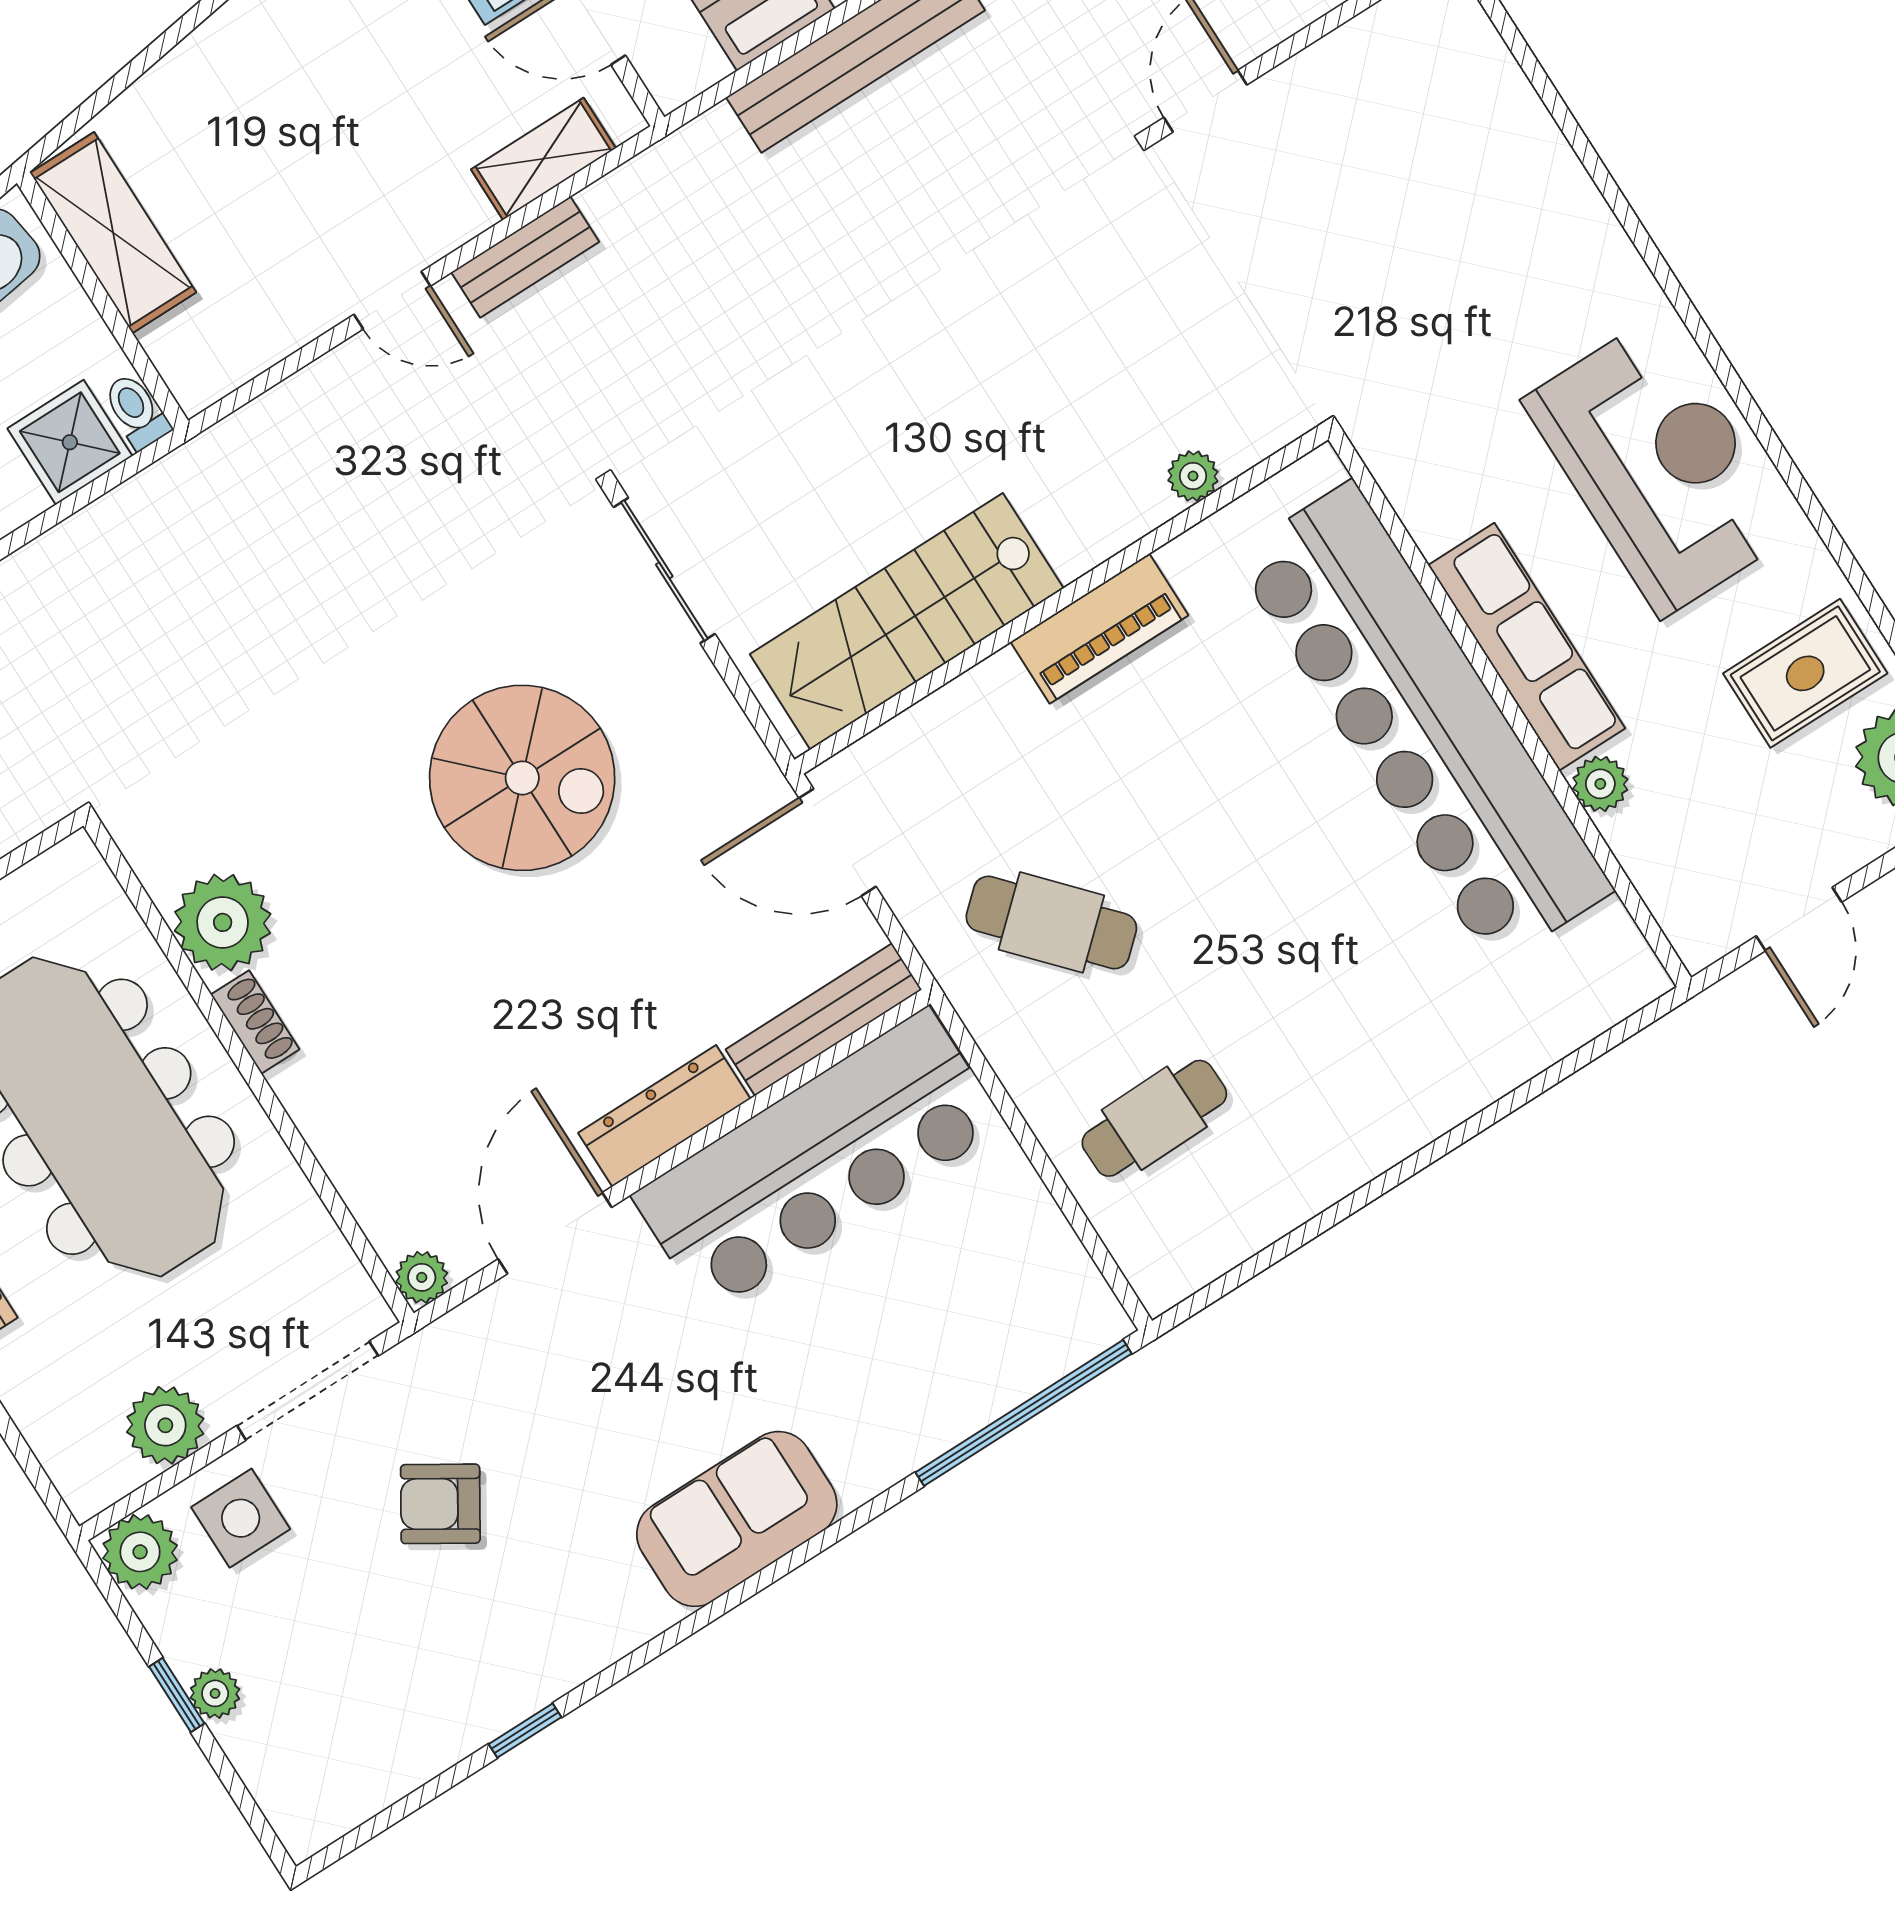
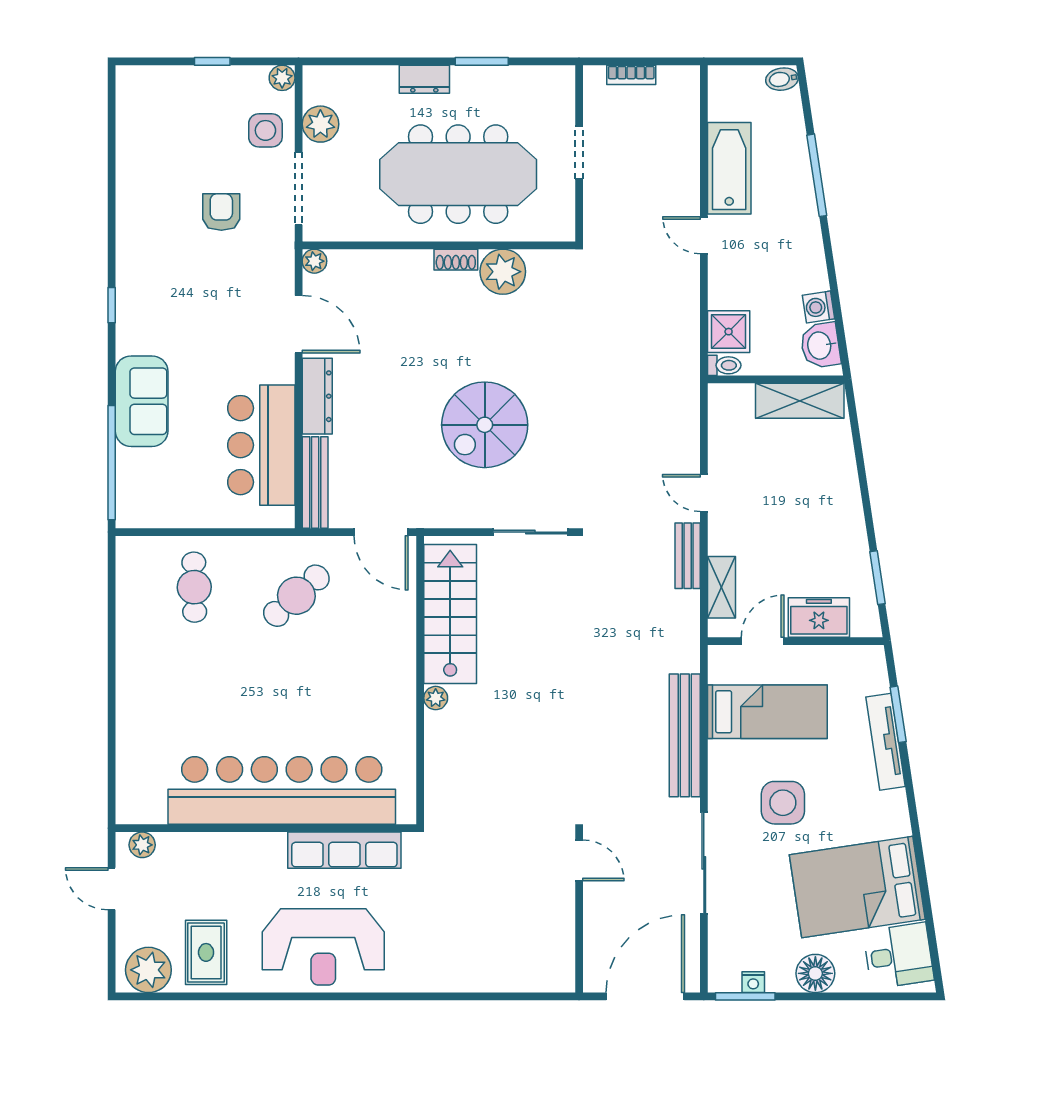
door: (392, 300) -> (704, 493), hinge flipped
plant: (1193, 476) -> (436, 698), moved
piano: (1099, 629) -> (399, 688), removed
row of seats: (1527, 647) -> (344, 850), moved
plant: (1600, 784) -> (142, 845), moved
door: (837, 842) -> (381, 532), swing flipped
bar counter: (818, 1161) -> (261, 445), width x0.73
armchair: (440, 1504) -> (221, 212), turned -32
sofa: (737, 1519) -> (142, 401), moved
plant: (140, 1552) -> (282, 78), width x0.73, depth x0.73
plant: (215, 1693) -> (203, 77), removed
window: (525, 1731) -> (112, 305), moved

